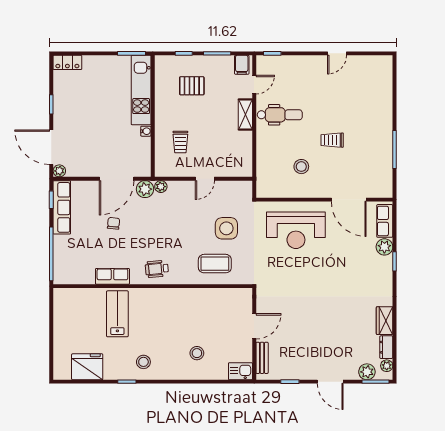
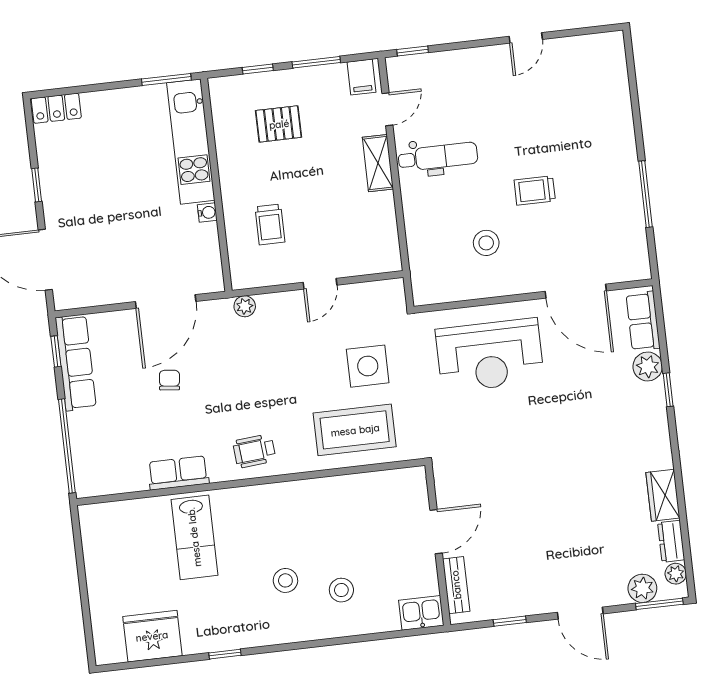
plant: (59, 171) -> (64, 299), removed
plant: (145, 189) -> (218, 314), removed
coffee table: (215, 264) -> (355, 430), width x1.36, depth x1.32
lab bench: (117, 314) -> (194, 537), turned 180
stool: (143, 362) -> (285, 580), moved

